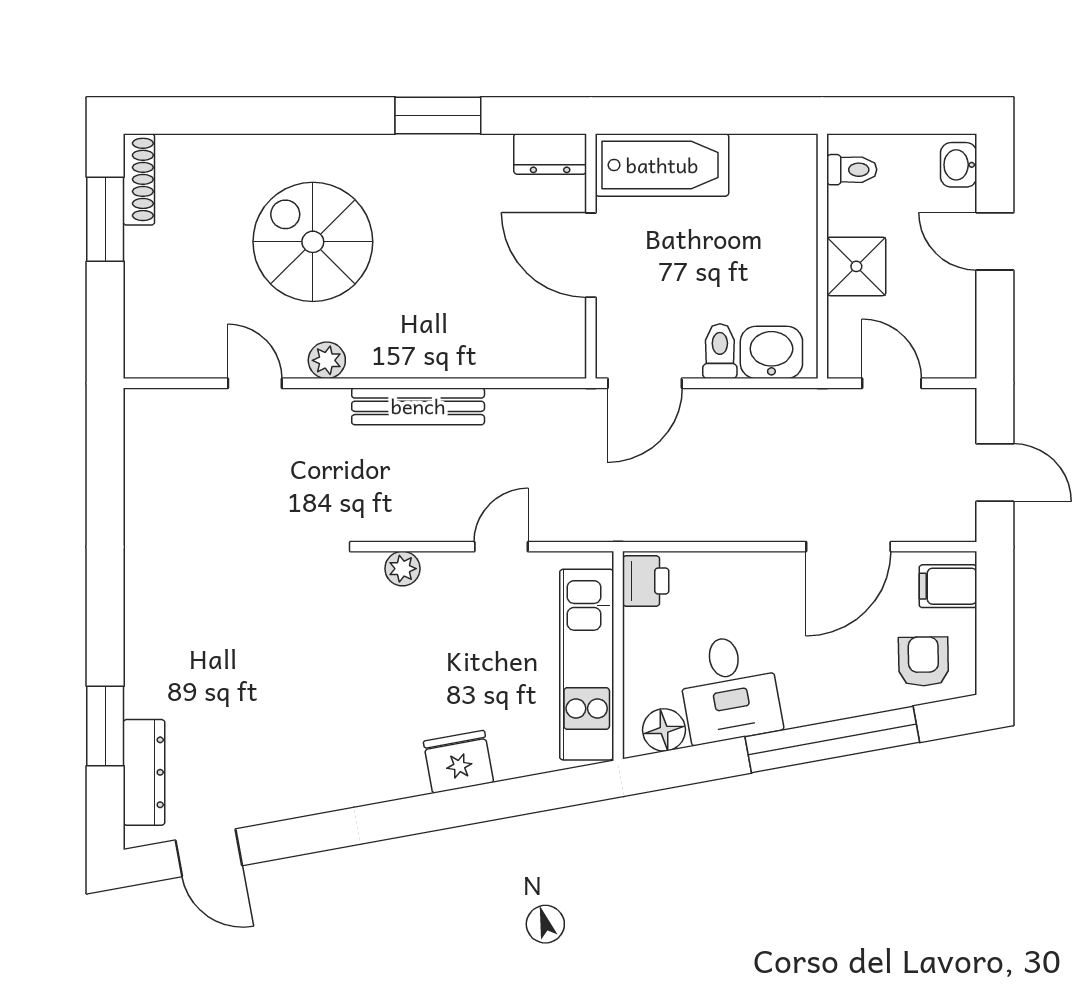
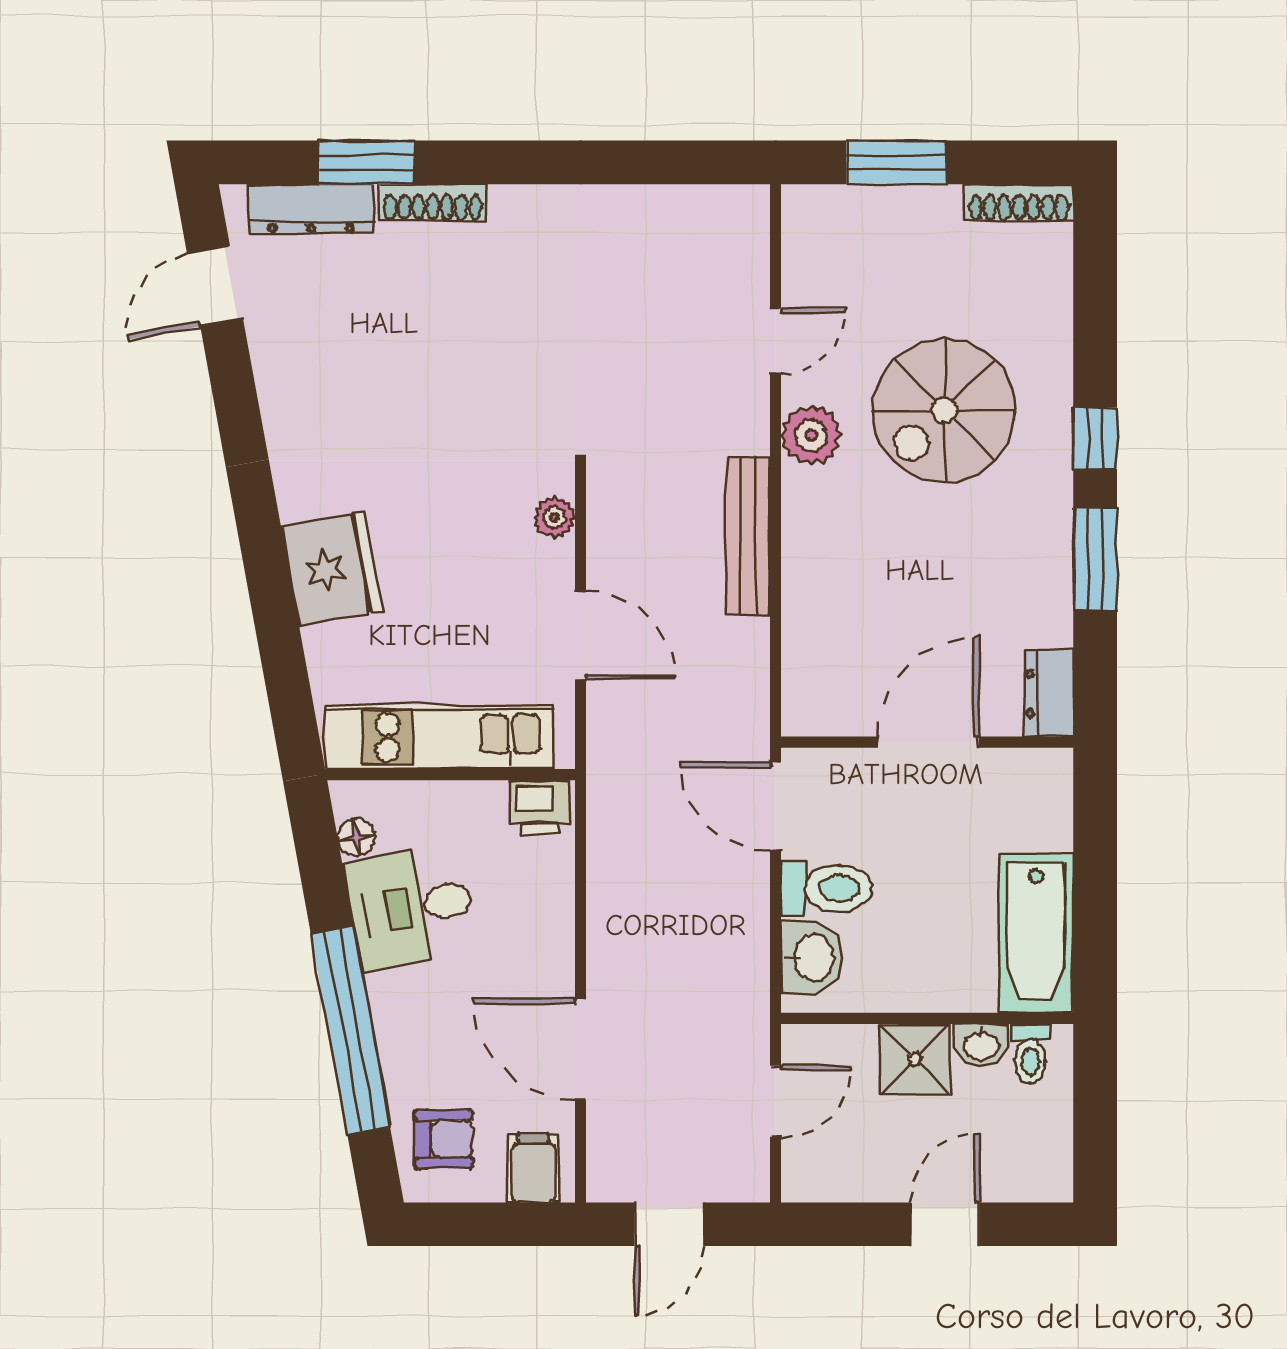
window: (336, 115) -> (1095, 438), added
bathtub: (662, 165) -> (1036, 934), moved
washbasin: (959, 165) -> (981, 1045), moved, turned 180
window: (105, 219) -> (896, 162), moved
spiral stairs: (313, 242) -> (944, 410), turned 180
toilet: (720, 351) -> (826, 889), width x1.37, depth x1.39
plant: (327, 360) -> (811, 435), width x1.38, depth x1.38
door: (501, 547) -> (580, 635), width x1.38
shoe rack: (139, 670) -> (433, 202), added
floor lamp: (664, 730) -> (356, 837), width x0.73, depth x0.73
fridge: (458, 762) -> (332, 569), width x1.36, depth x1.34

